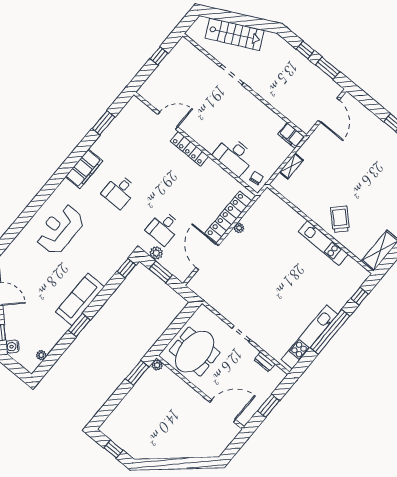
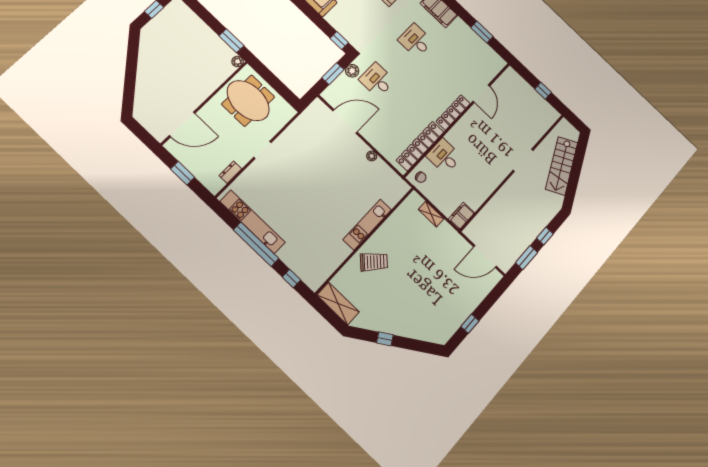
desk: (234, 156) -> (444, 156), width x0.73
locker: (228, 217) -> (420, 146), moved, turned -90
kitchen unit: (323, 243) -> (367, 225), moved
door: (223, 411) -> (182, 124), hinge flipped

